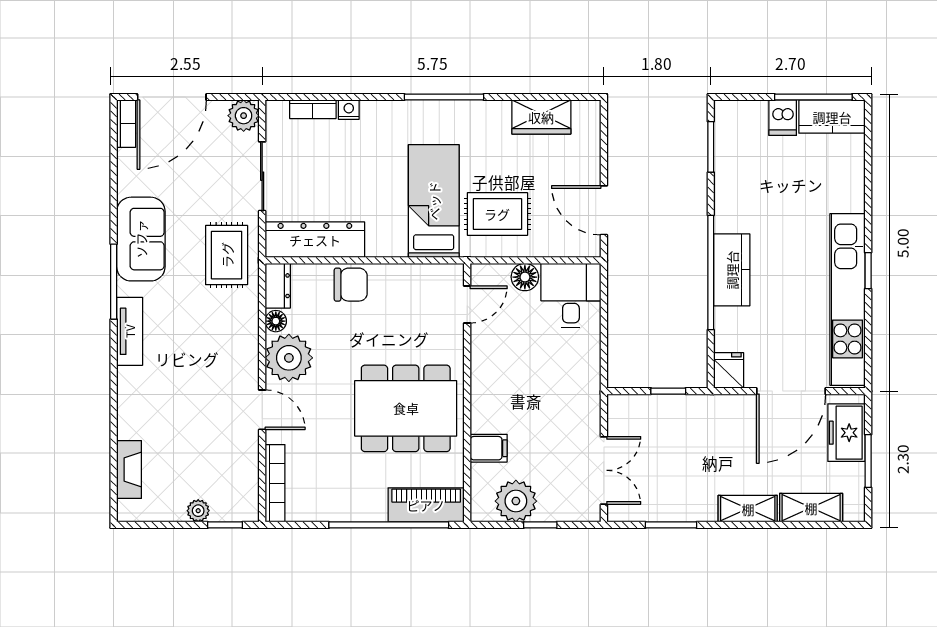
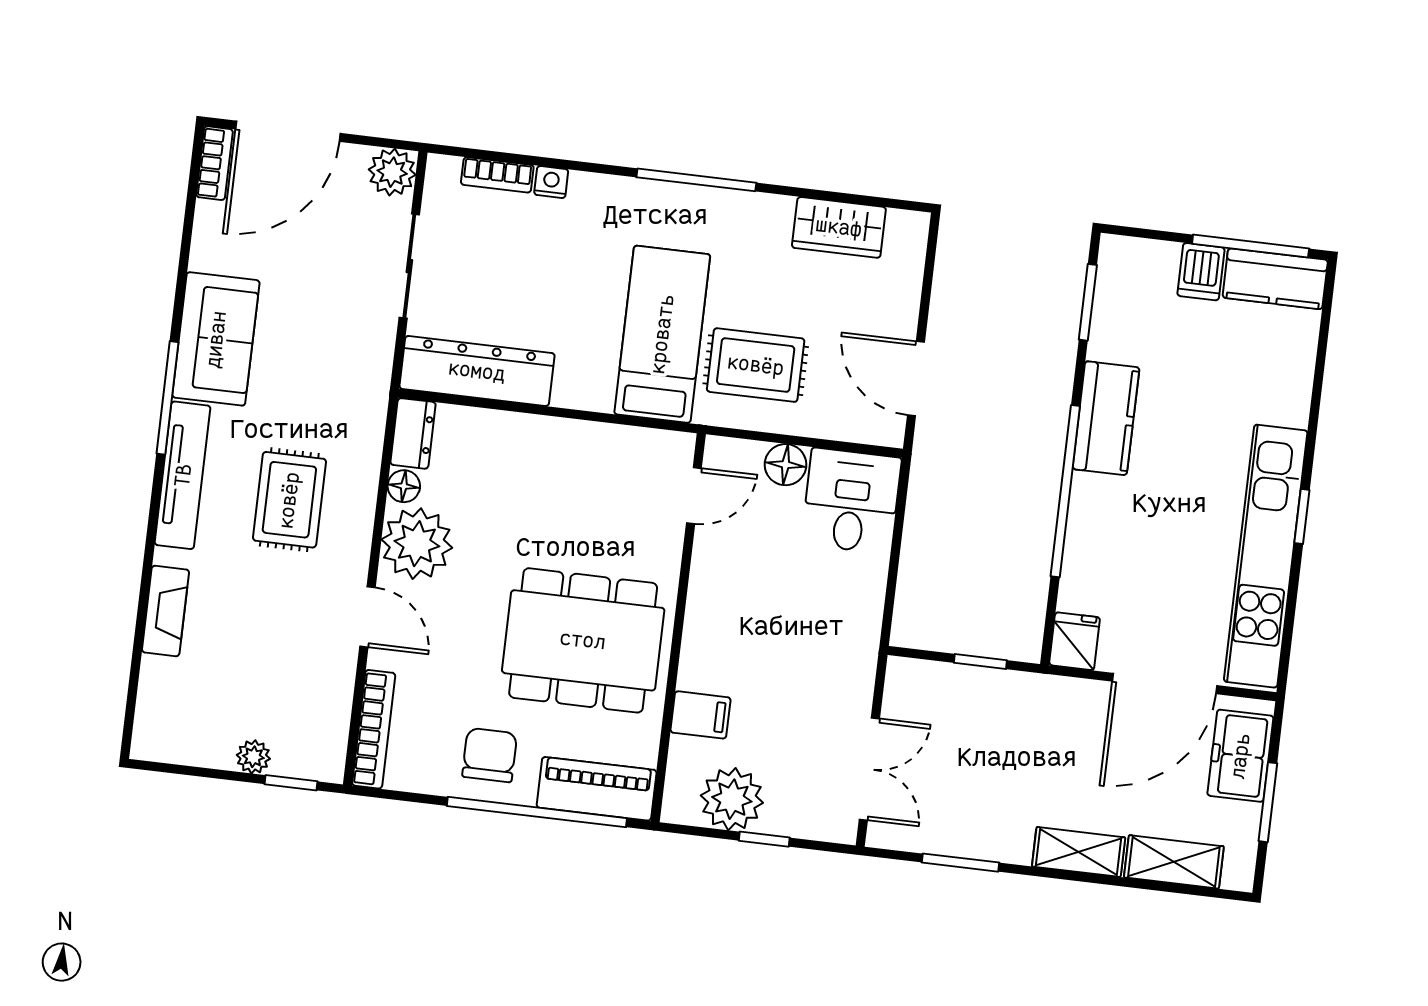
rug: (227, 255) -> (289, 500), moved
kitchen counter: (732, 270) -> (1106, 418), moved
chair: (351, 285) -> (490, 755), moved, turned -90
tv unit: (130, 331) -> (183, 475), width x1.41
fireplace: (129, 470) -> (165, 611), moved

